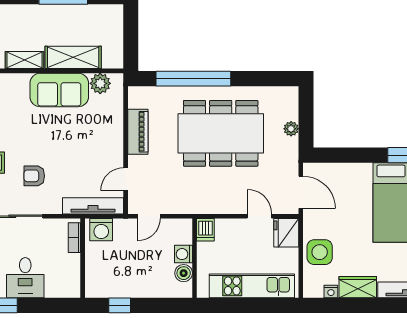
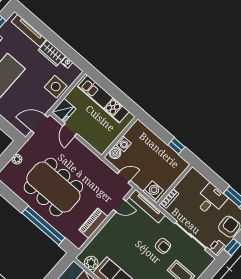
door: (301, 192) -> (39, 124), hinge flipped
dishwasher: (205, 230) -> (102, 146), removed
boiler: (184, 273) -> (115, 153), moved

